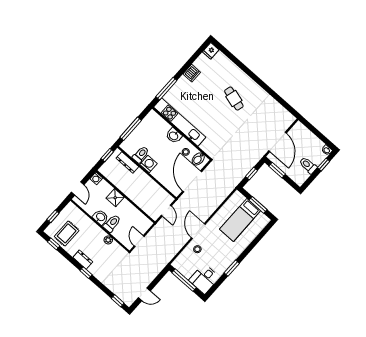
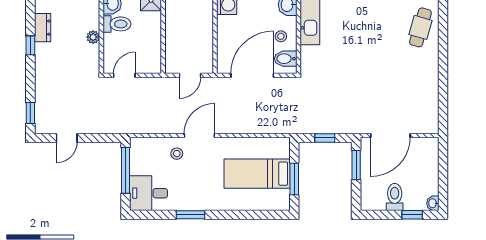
cafe table: (234, 99) -> (420, 27), moved
door: (144, 294) -> (67, 138), hinge flipped

